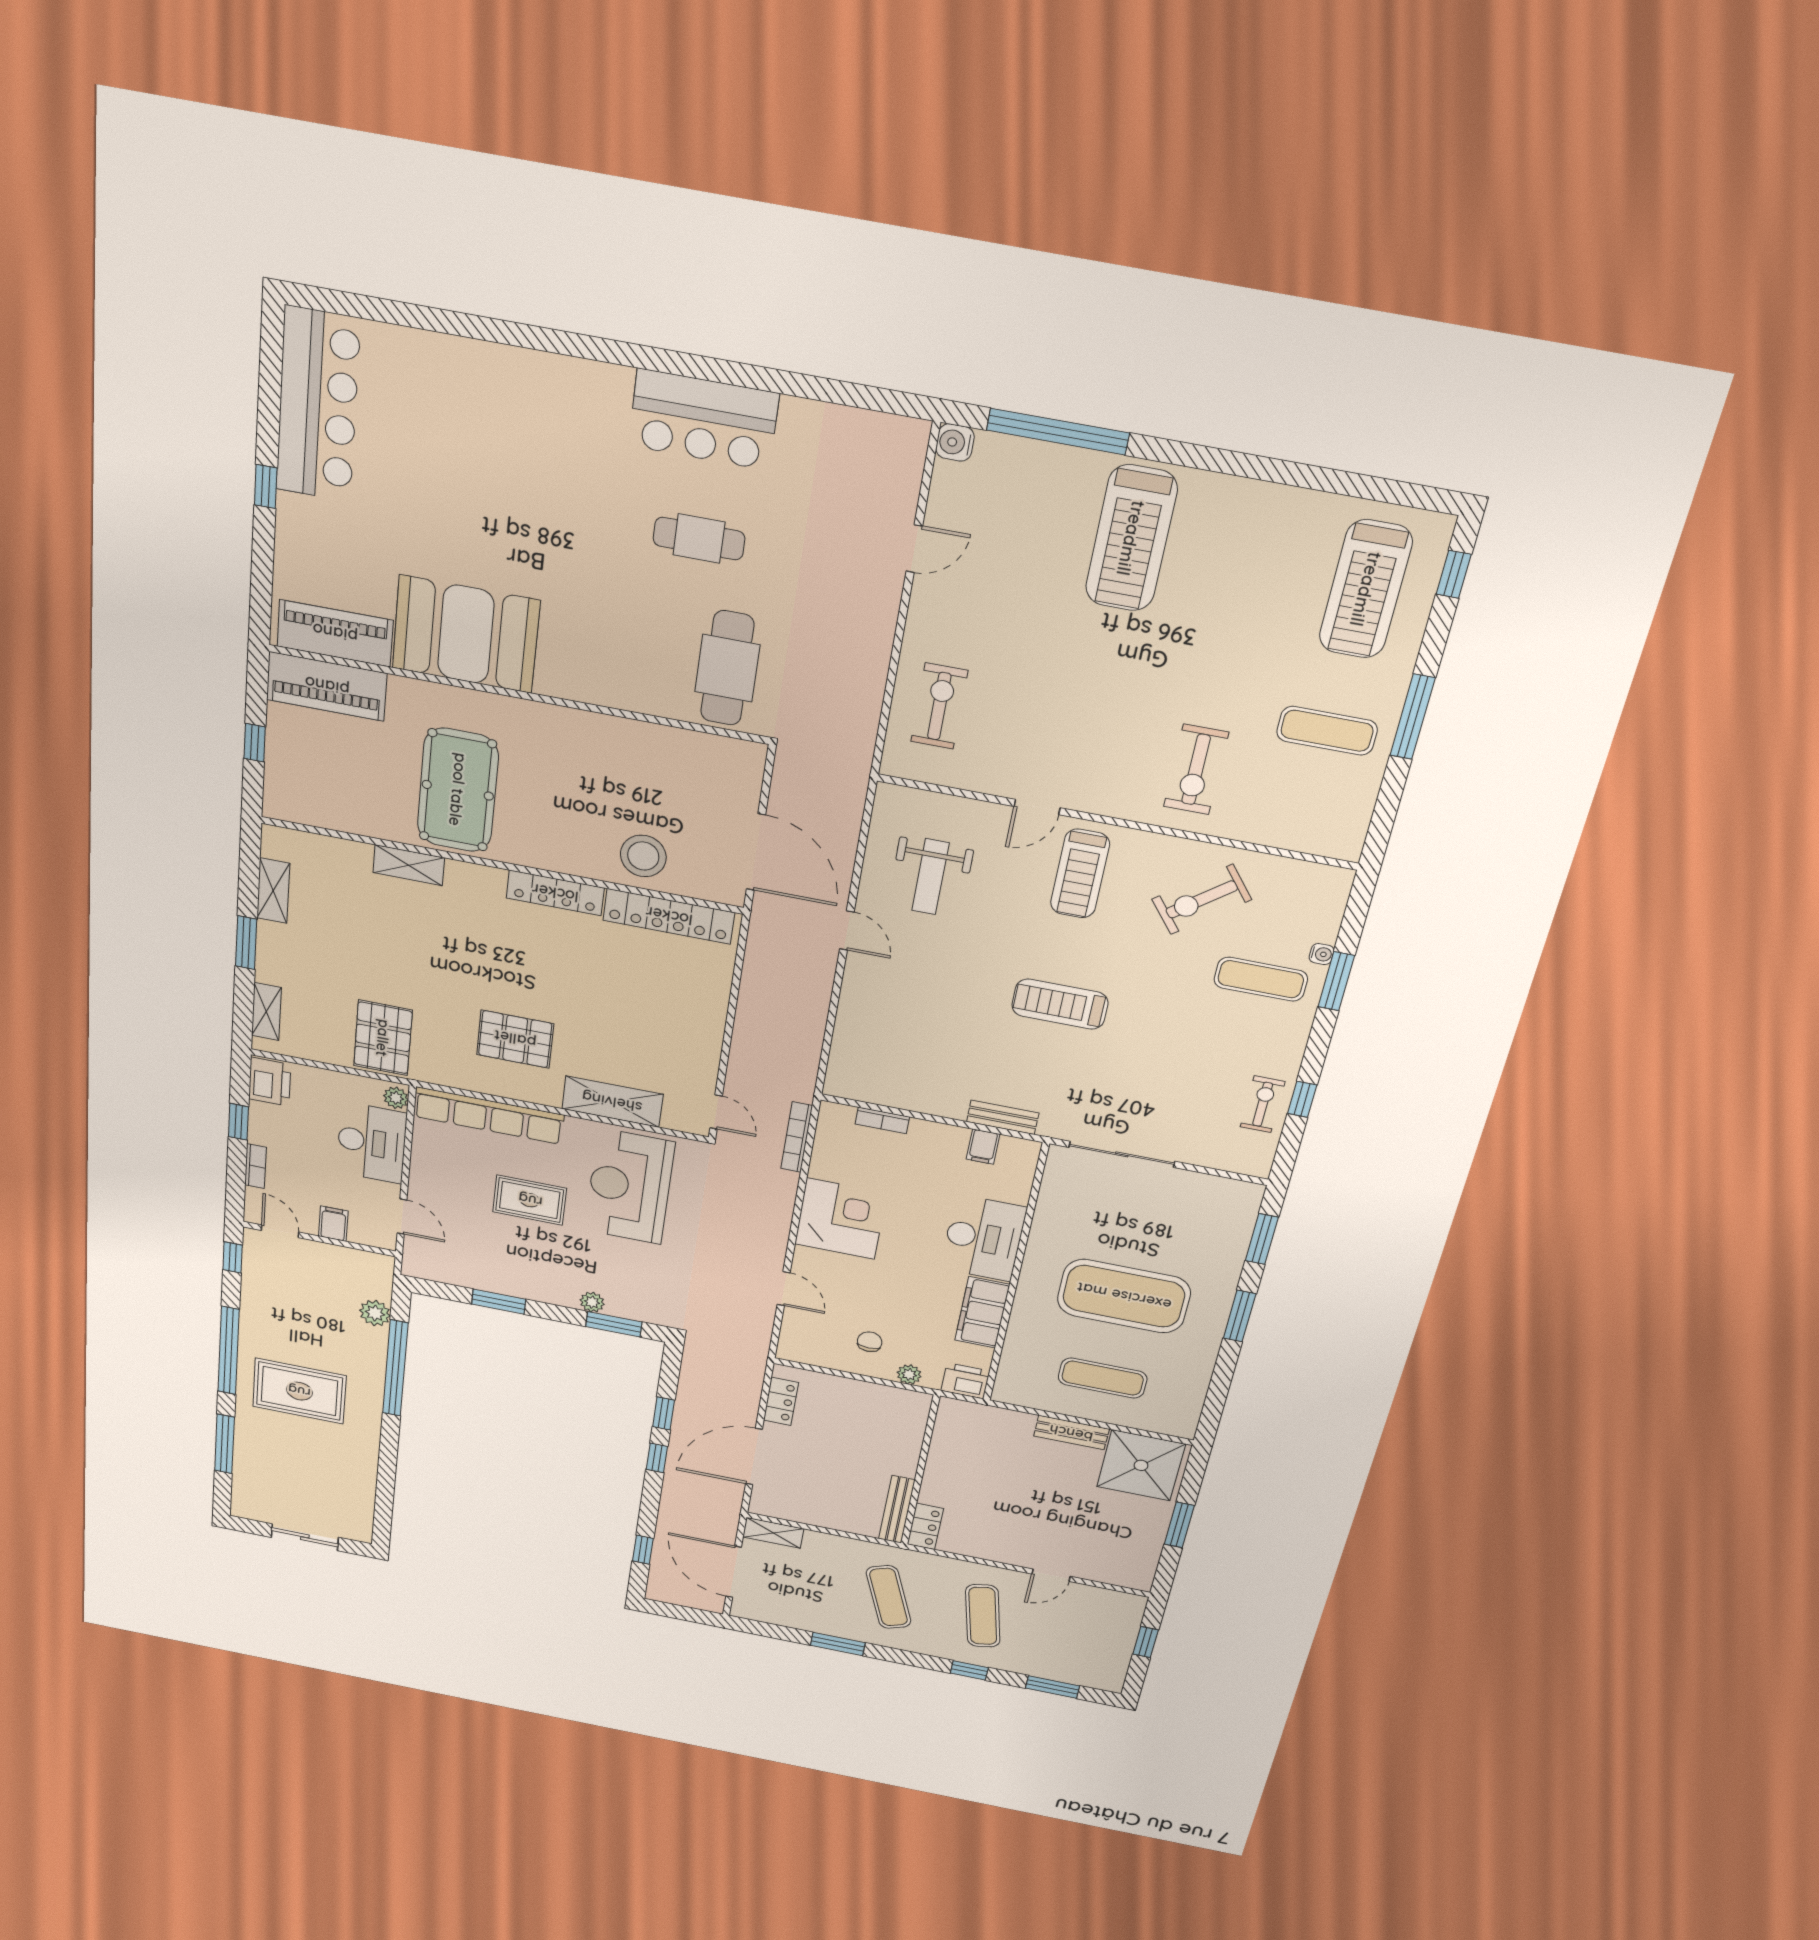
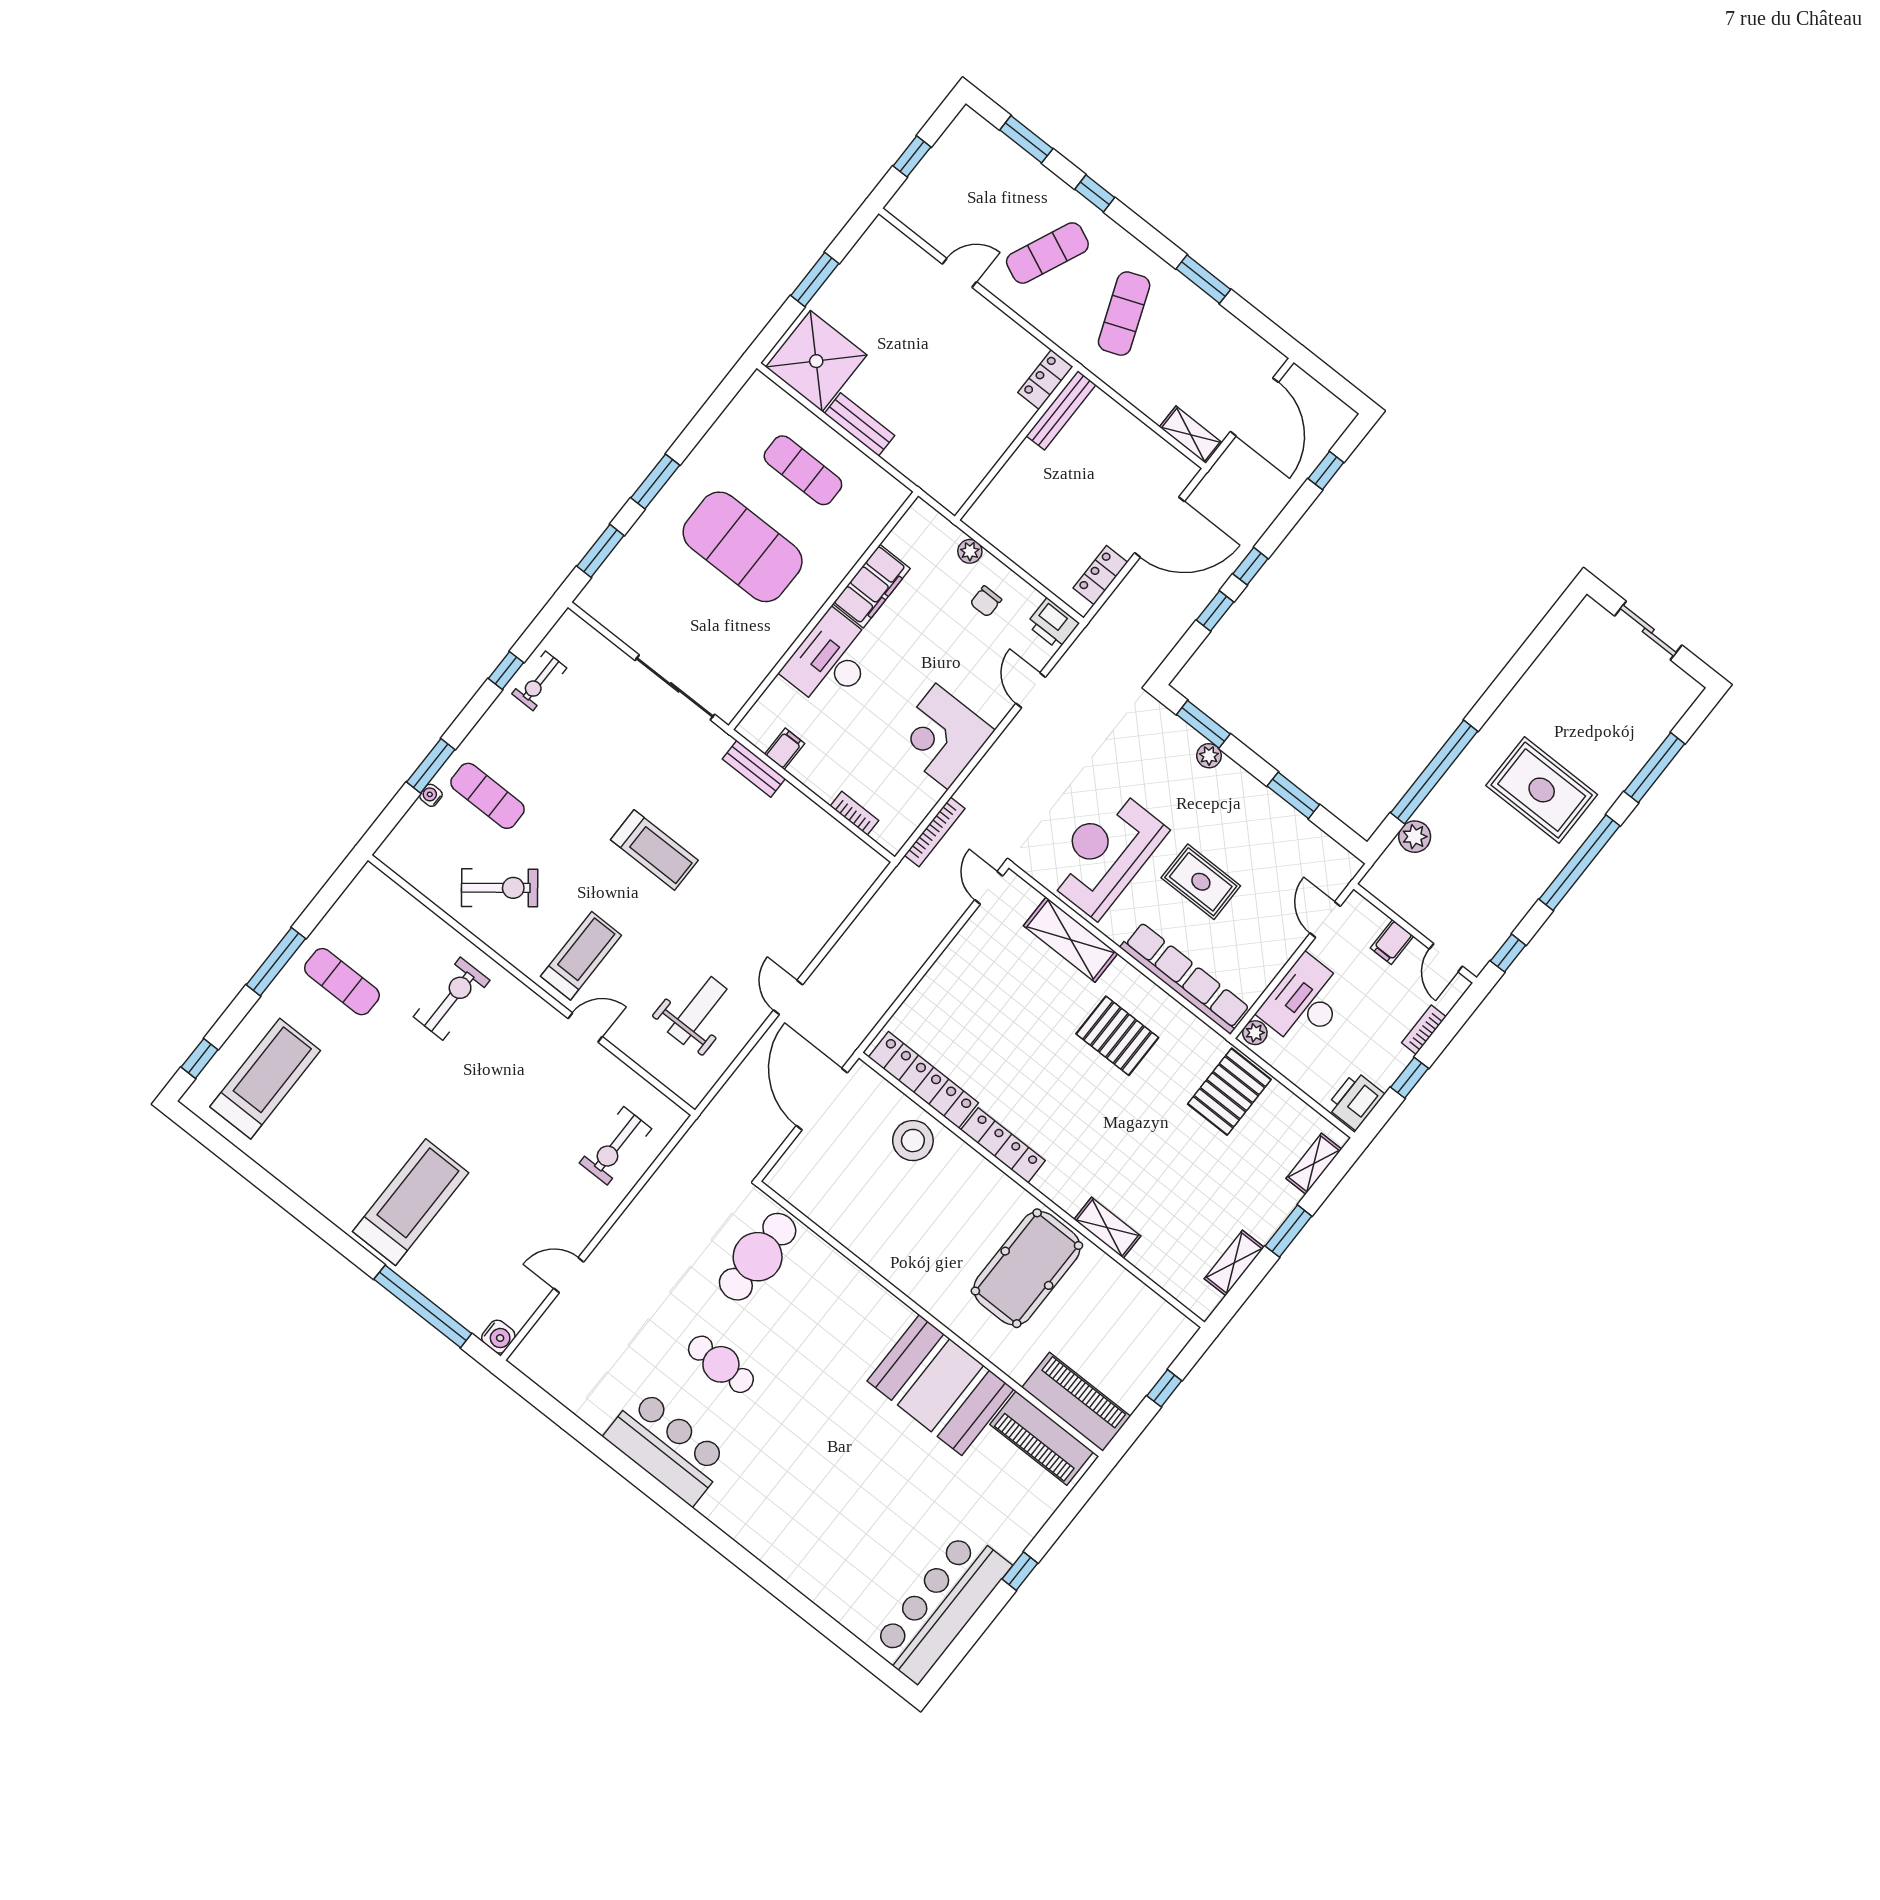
reception desk: (630, 1186) -> (1105, 853), turned 180
printer: (965, 1381) -> (1053, 624), moved
exercise mat: (983, 1616) -> (1047, 253), turned 36

